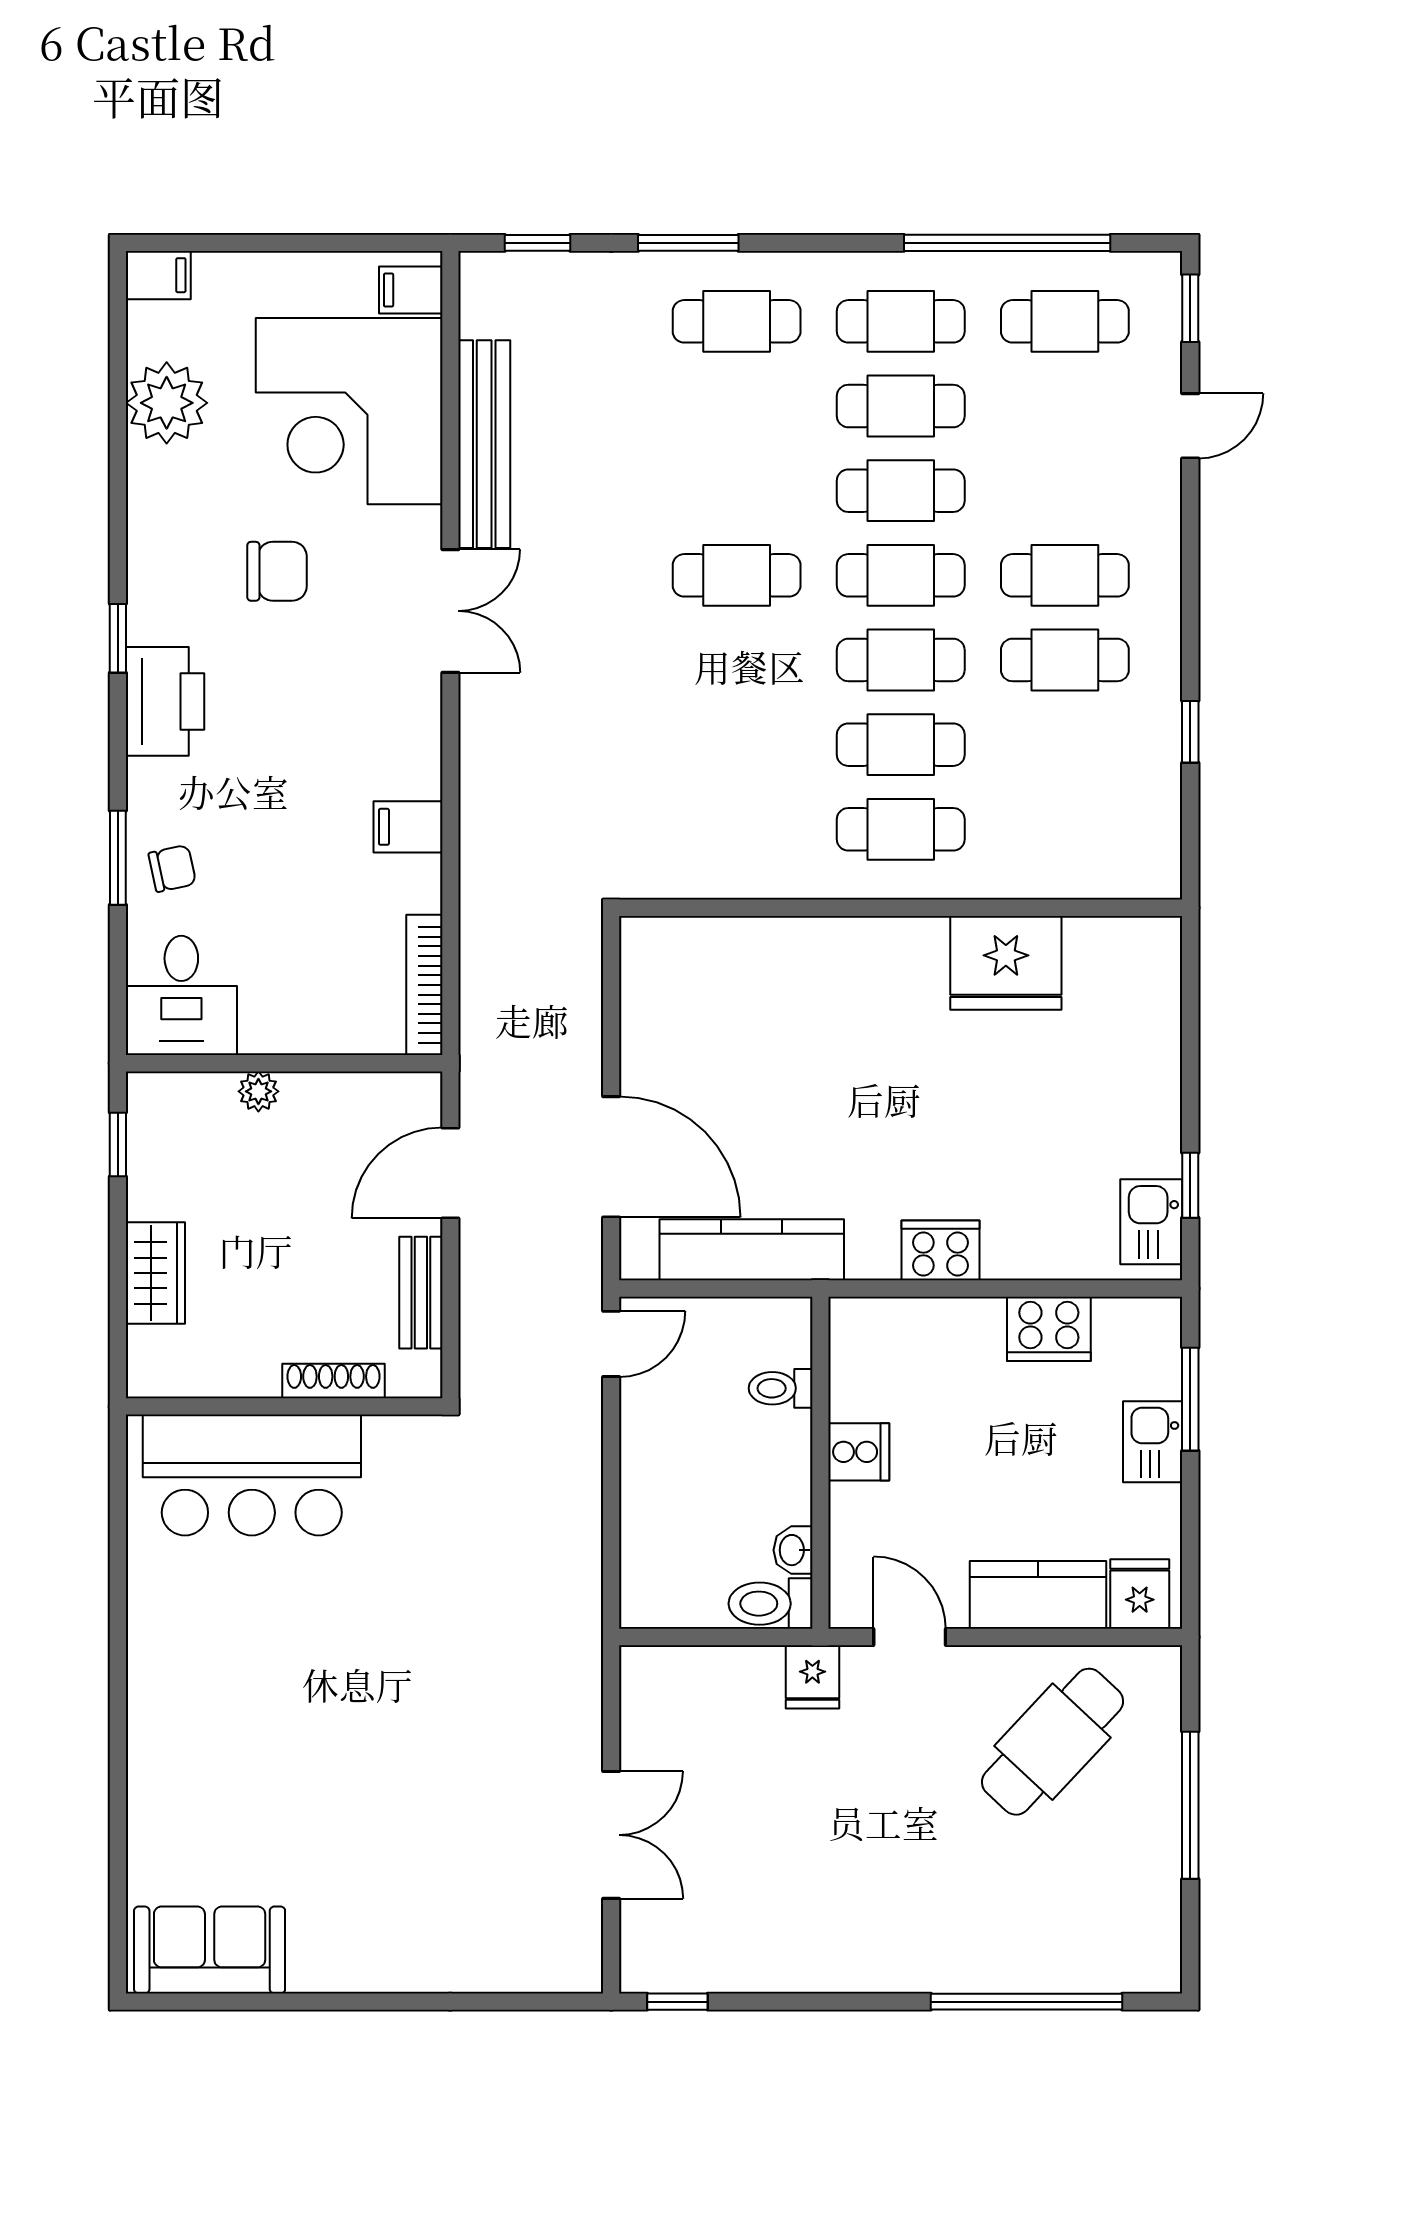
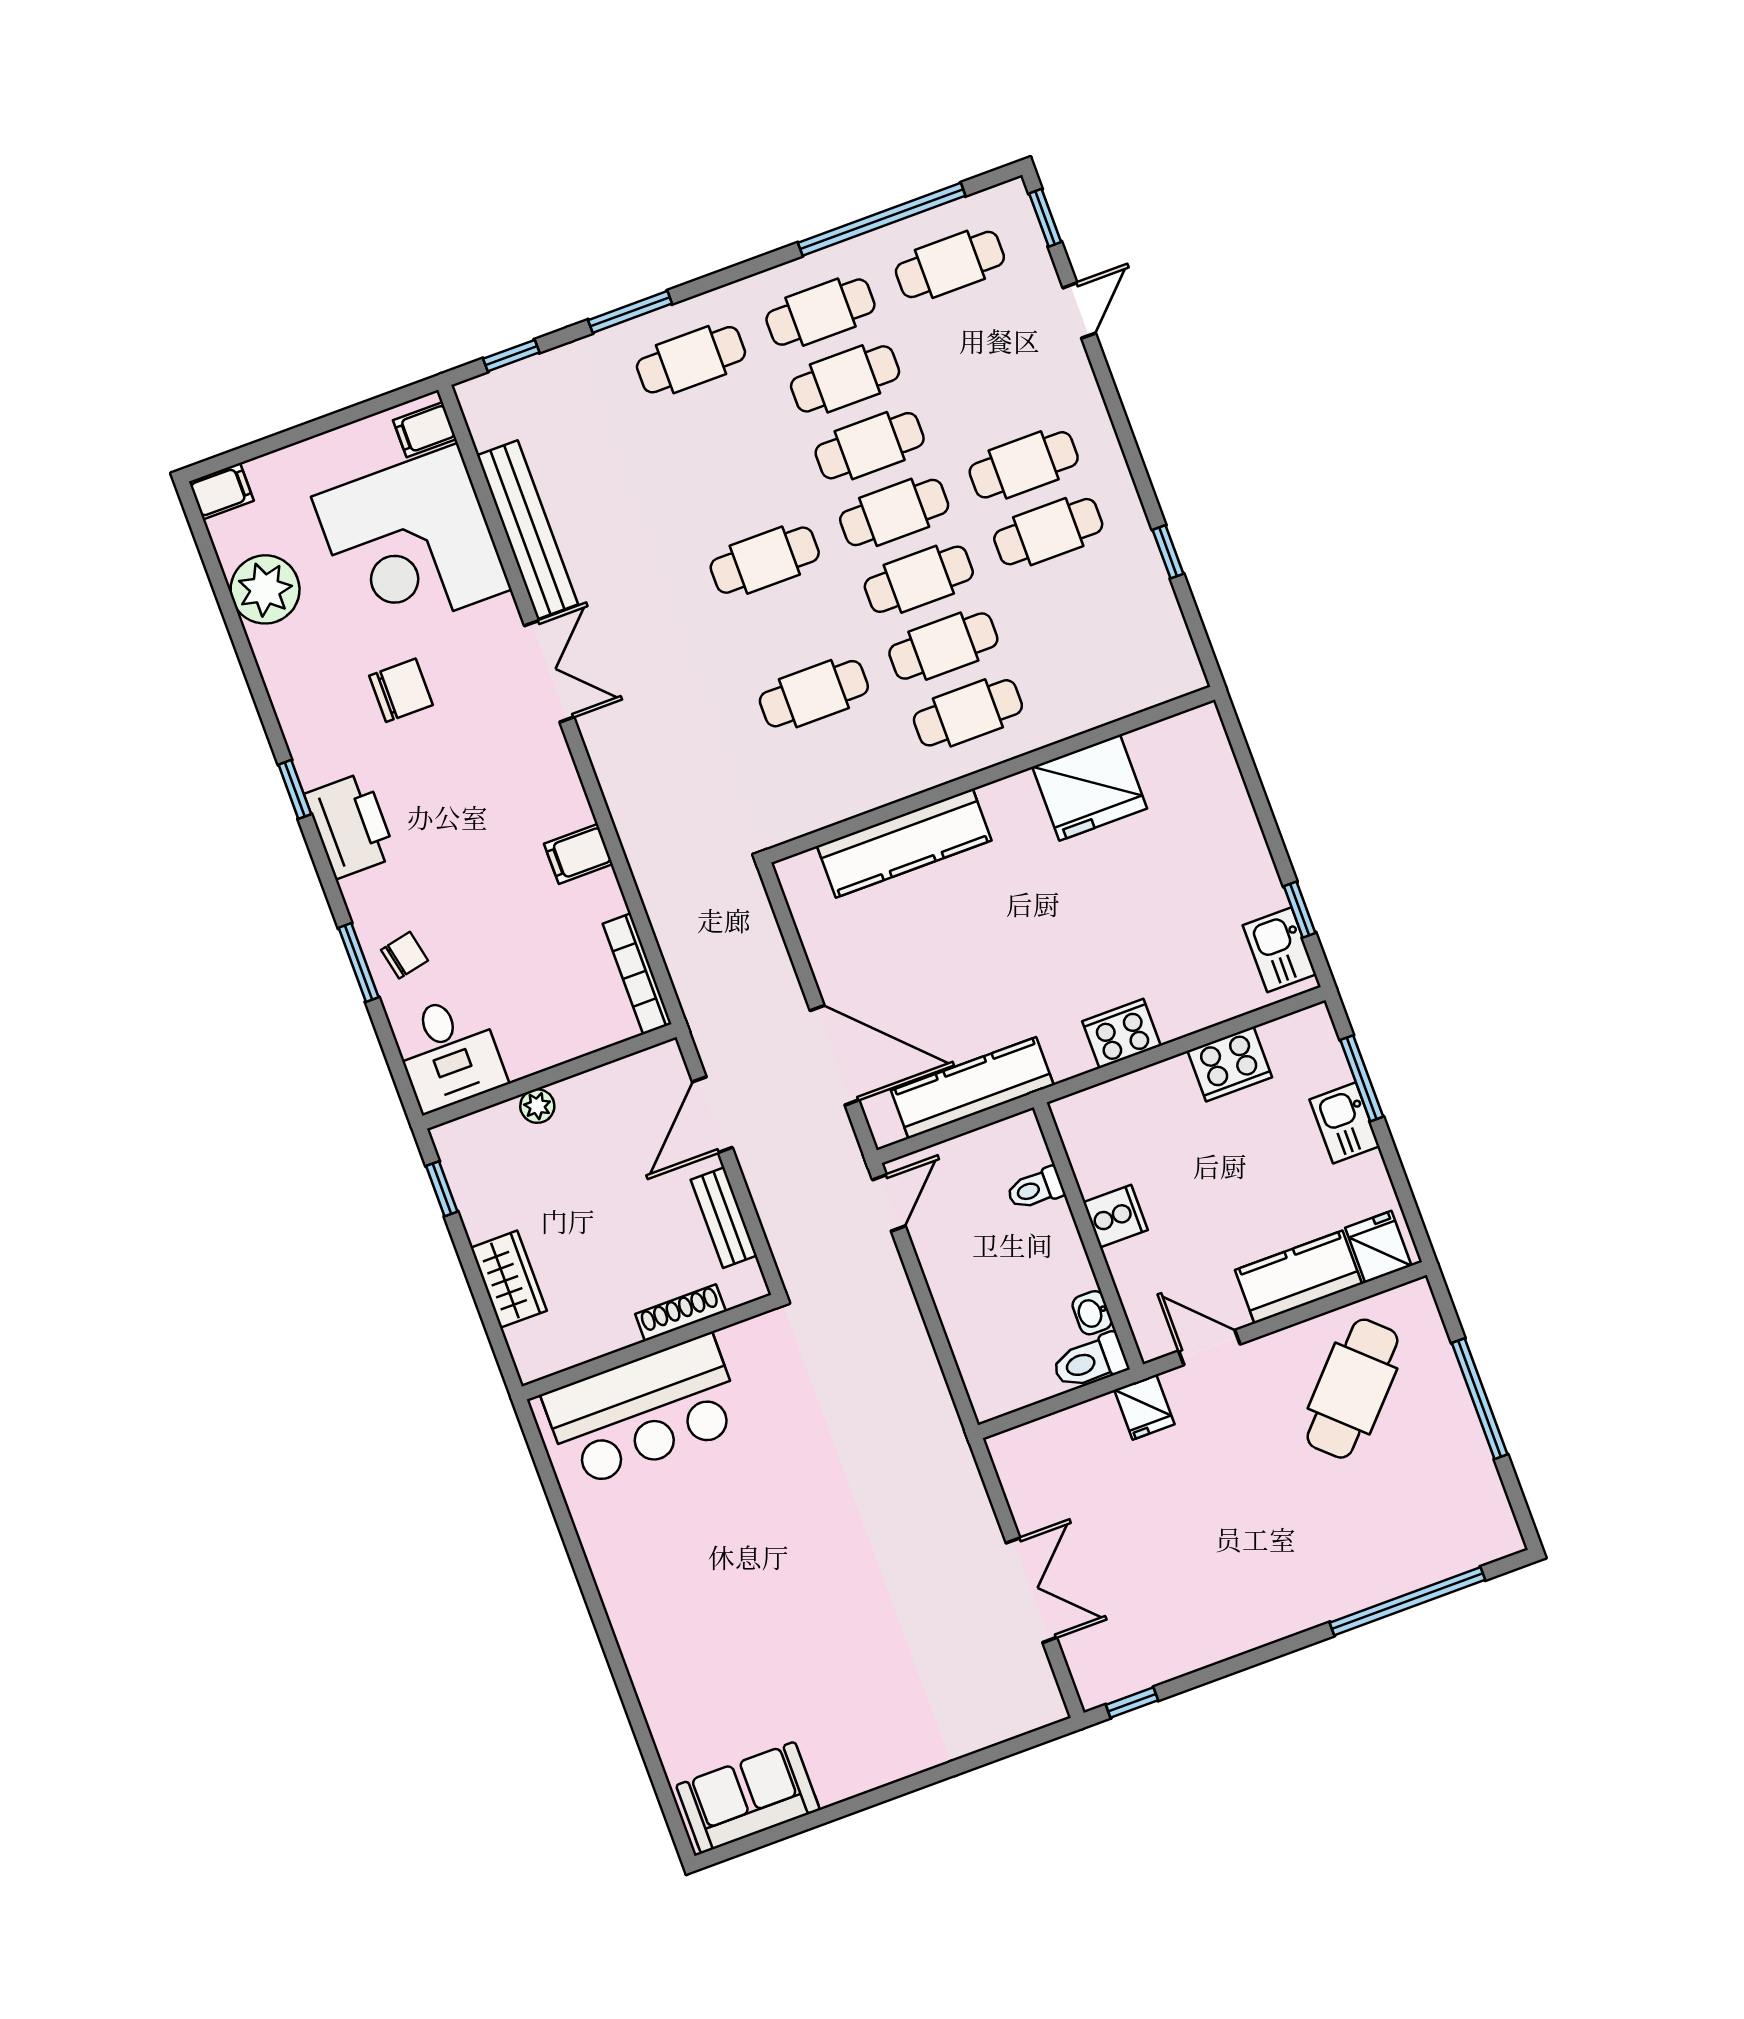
cafe table: (737, 745) -> (814, 694), added
kitchen counter: (776, 949) -> (904, 843), added

